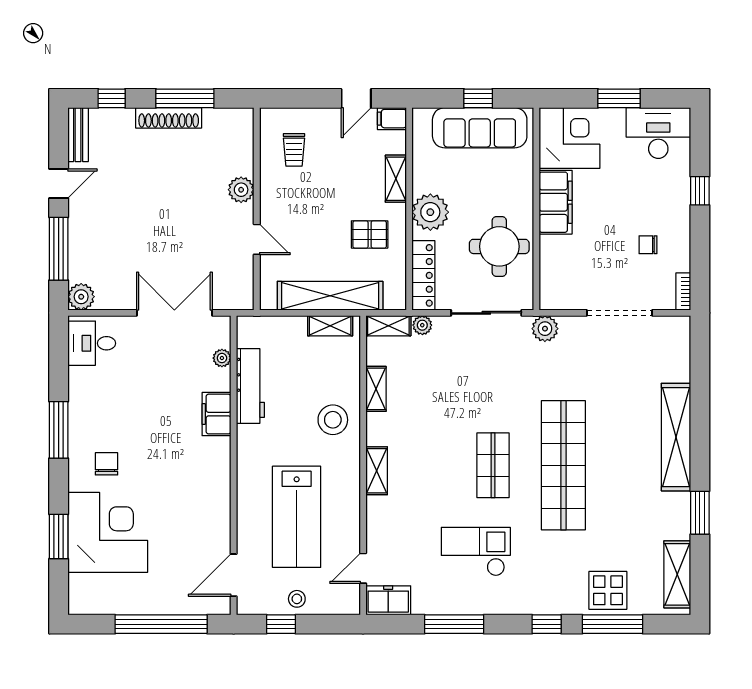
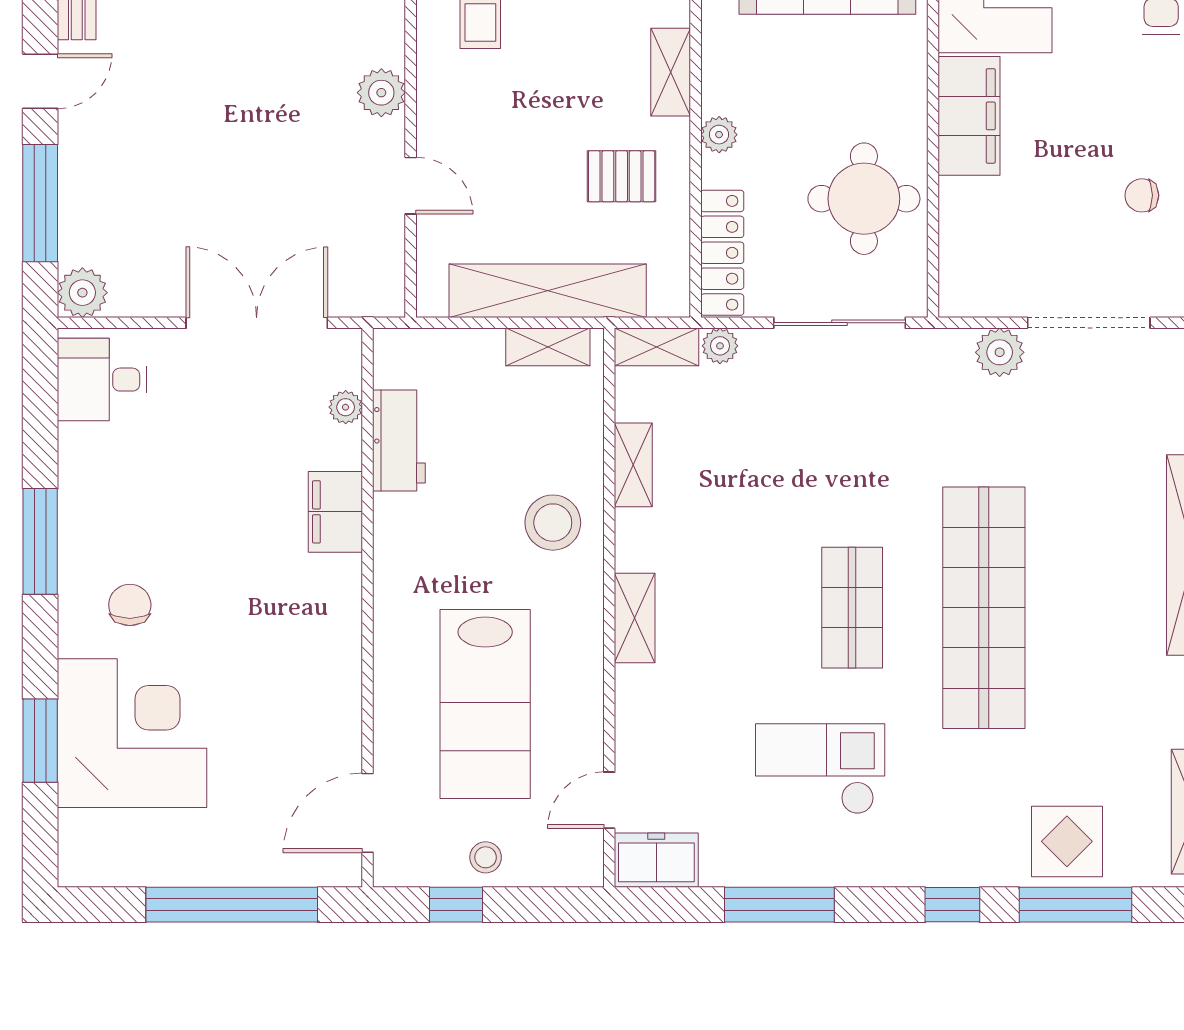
plant: (430, 212) -> (719, 135), width x0.53, depth x0.53
plant: (545, 329) -> (1000, 352), moved
workbench: (250, 386) -> (399, 441), width x0.73

